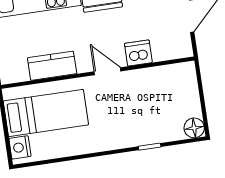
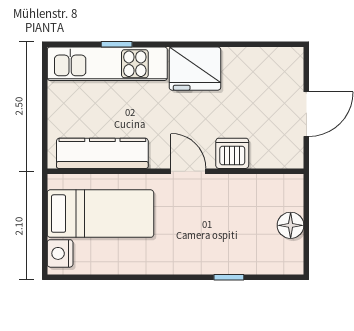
kitchen counter: (52, 66) -> (102, 153), width x1.50
floor lamp: (194, 128) -> (291, 225), moved

